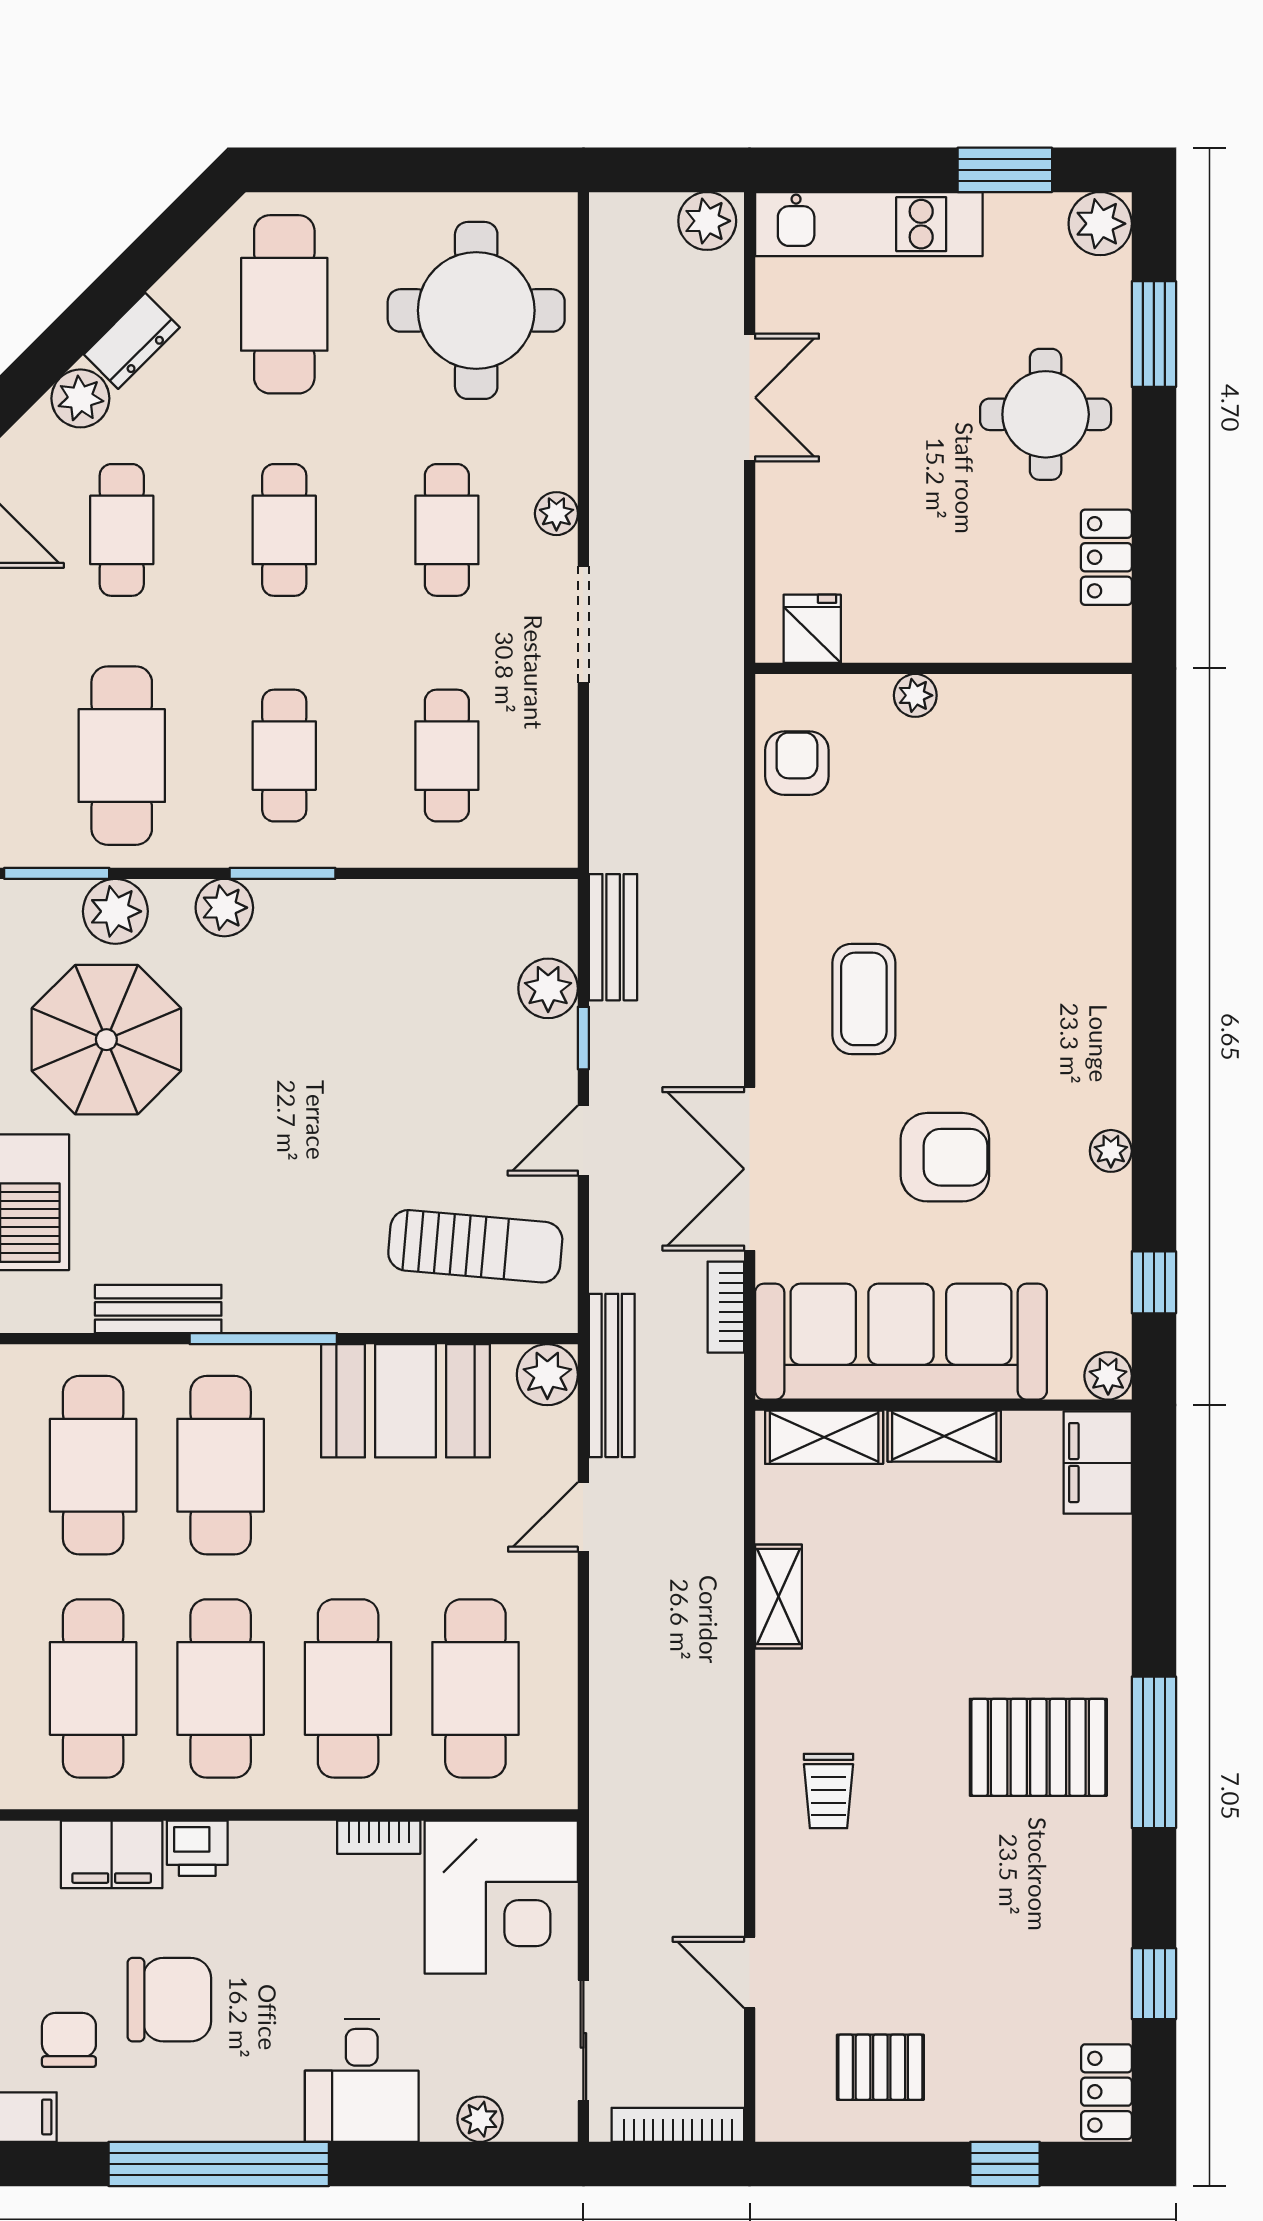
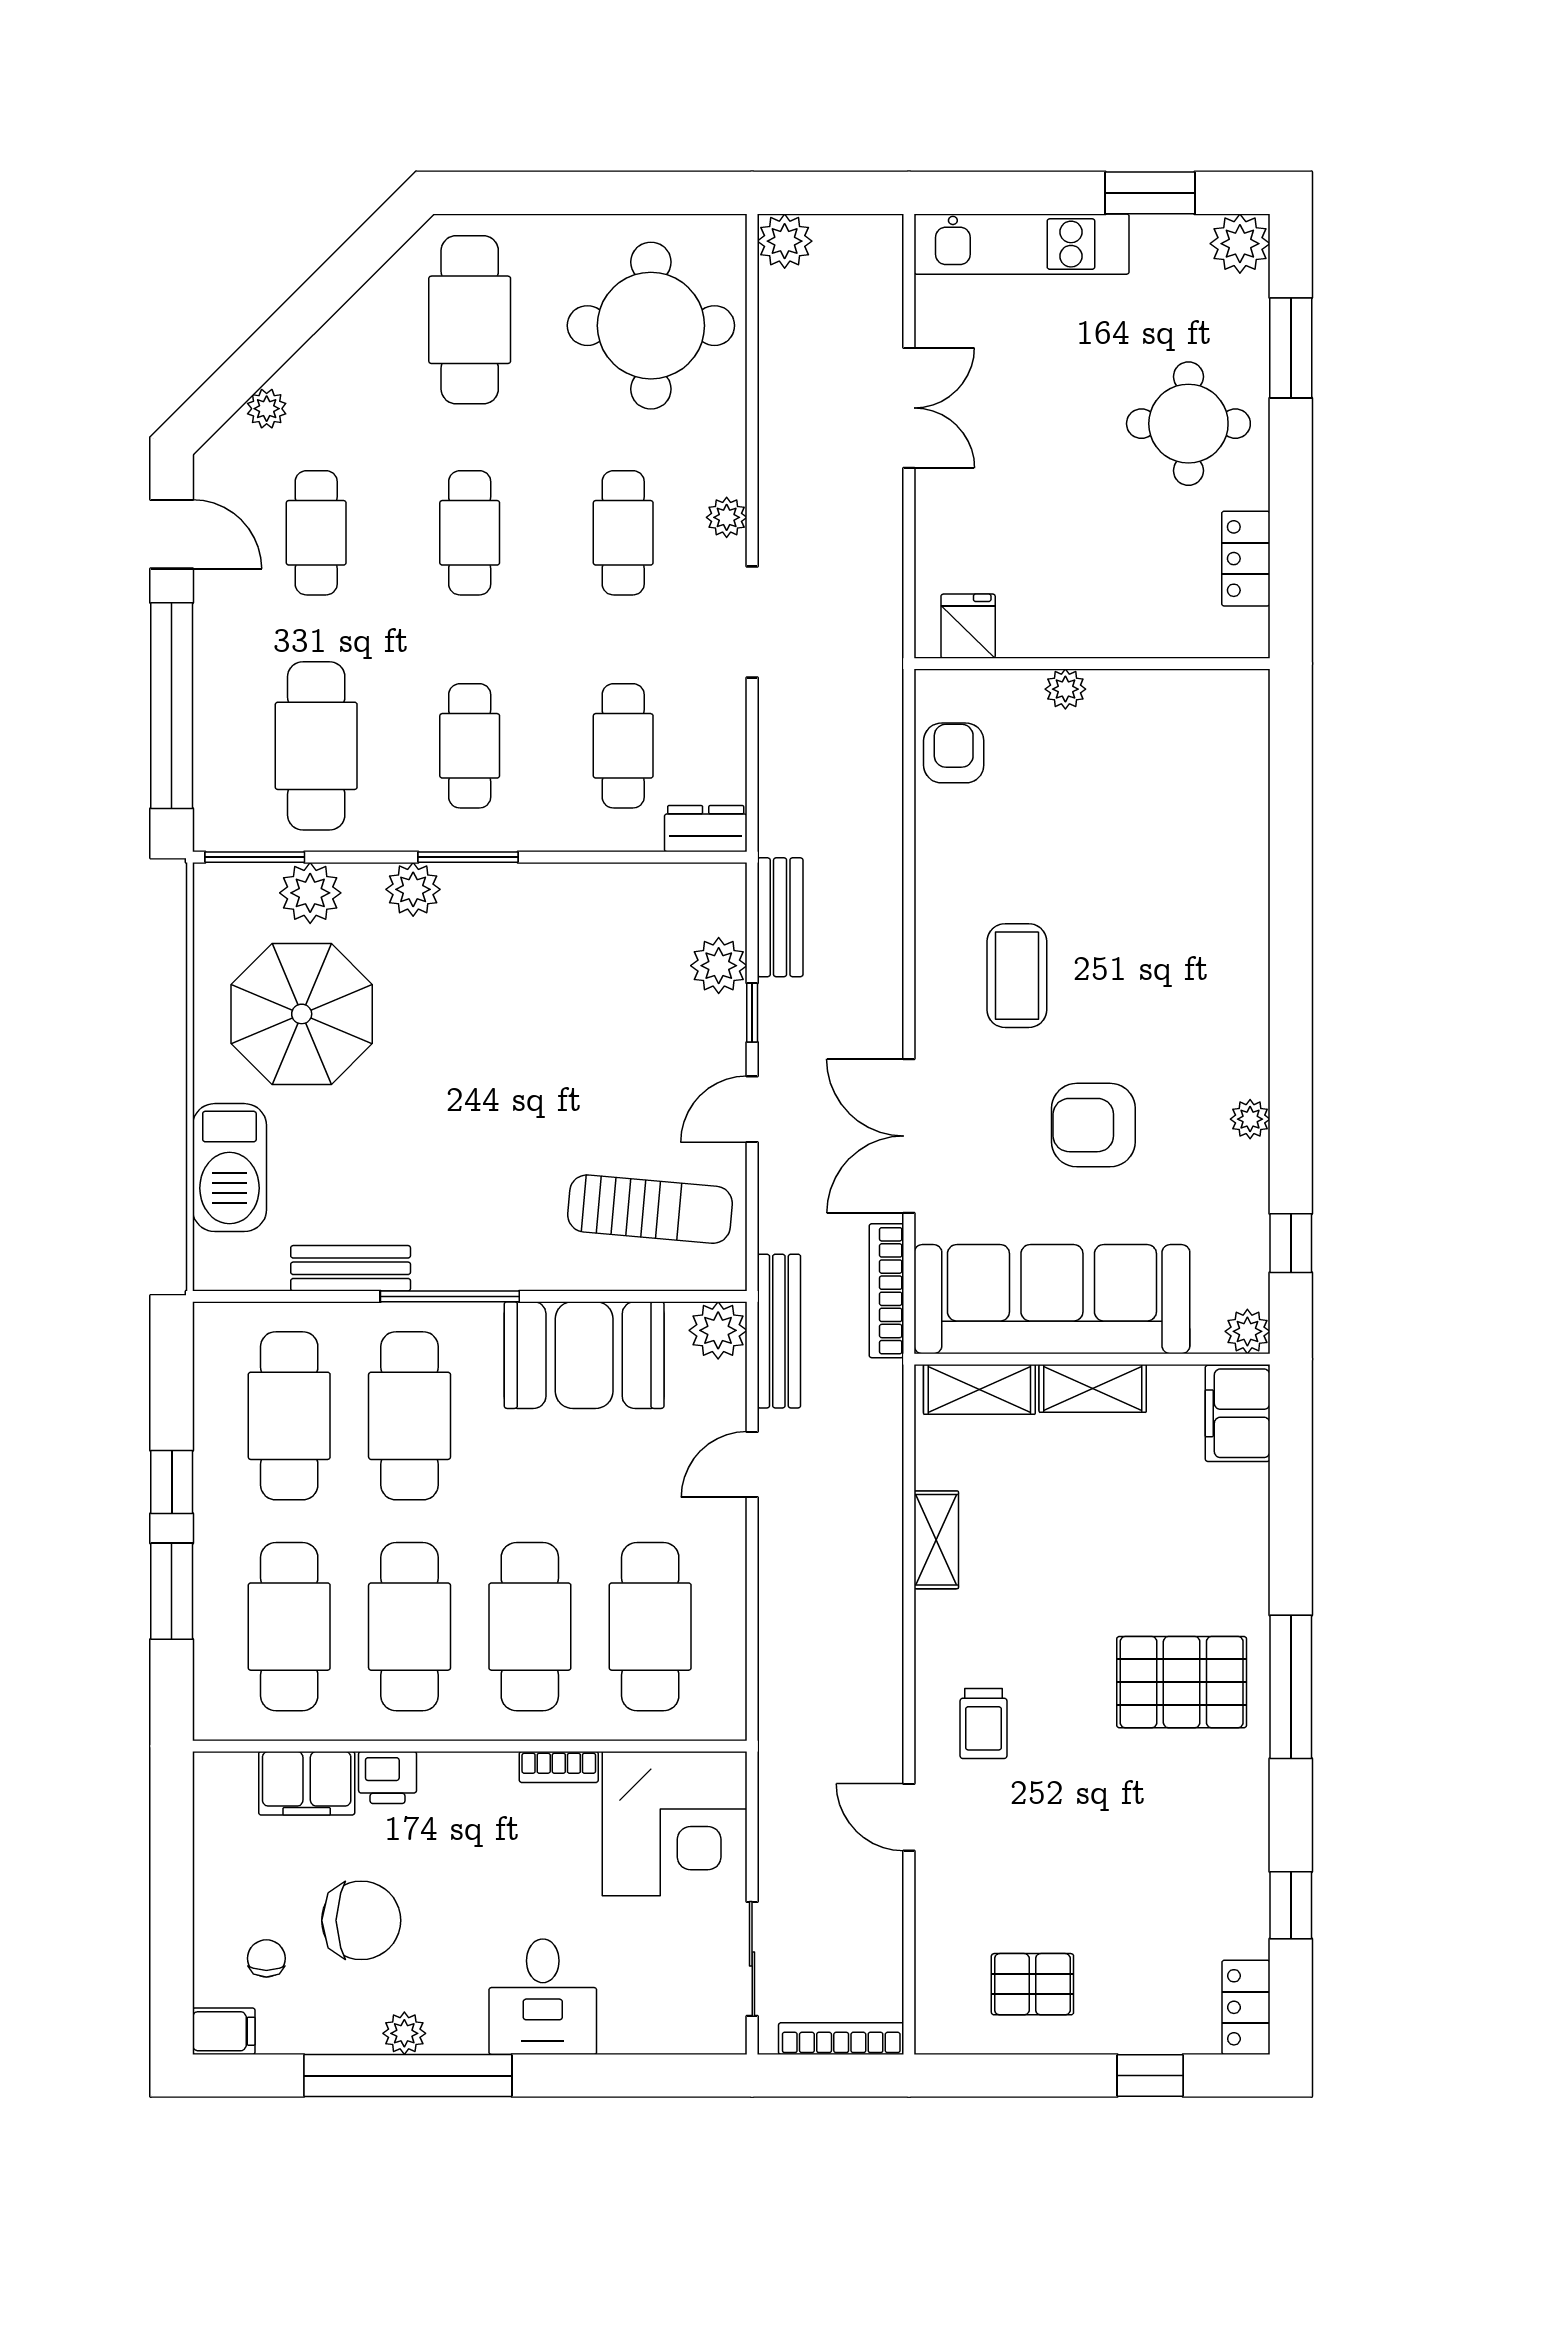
plant: (707, 221) -> (785, 241), moved
dresser: (132, 341) -> (706, 829), moved, turned -135
plant: (80, 398) -> (267, 409), width x0.73, depth x0.73
armchair: (945, 1157) -> (1093, 1125), turned 180
bookcase: (726, 1307) -> (887, 1291), width x1.56
door: (750, 1973) -> (909, 1817), moved
chair: (69, 2040) -> (266, 1958), width x0.73, depth x0.73
plant: (480, 2119) -> (404, 2033), moved

